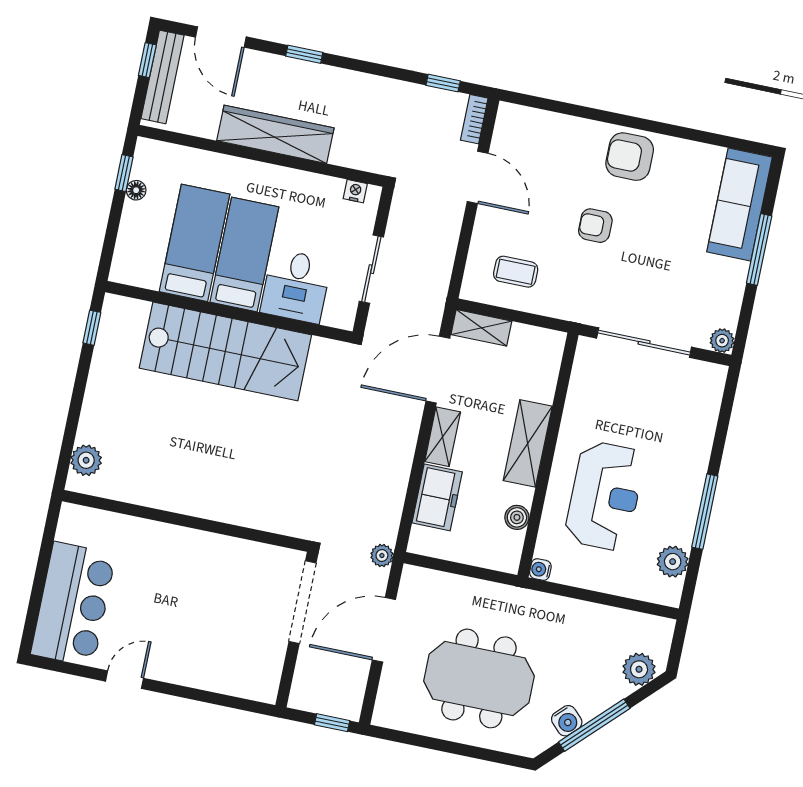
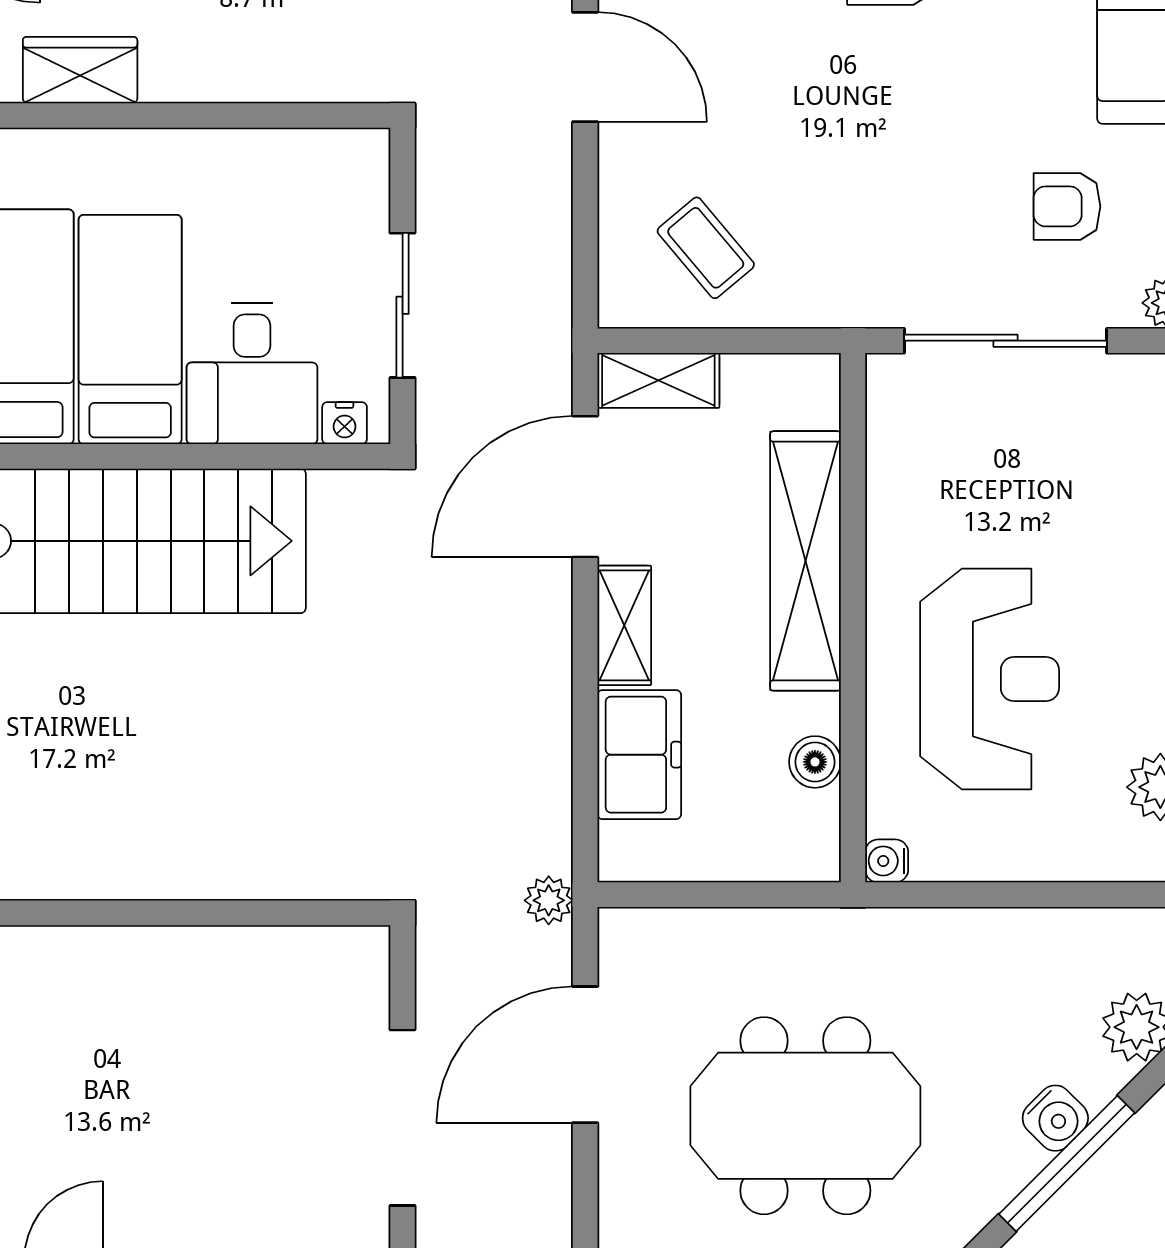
wardrobe: (275, 134) -> (80, 70), width x0.48, depth x0.85
nightstand: (355, 191) -> (345, 423), moved, turned 180
armchair: (595, 226) -> (1067, 206), moved
coffee table: (516, 272) -> (706, 248), turned 50
shelving: (528, 443) -> (805, 561), width x1.47
doorway: (302, 602) -> (403, 1118), moved
water cooler: (567, 721) -> (1055, 1118), moved

